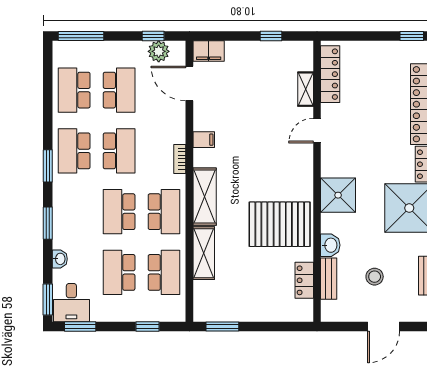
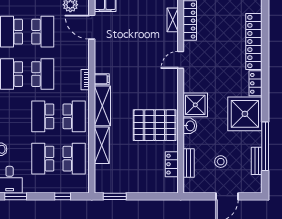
shelving: (306, 89) -> (173, 20), moved
filing cabinet: (204, 140) -> (102, 79), moved
washbasin: (330, 245) -> (190, 126), moved

